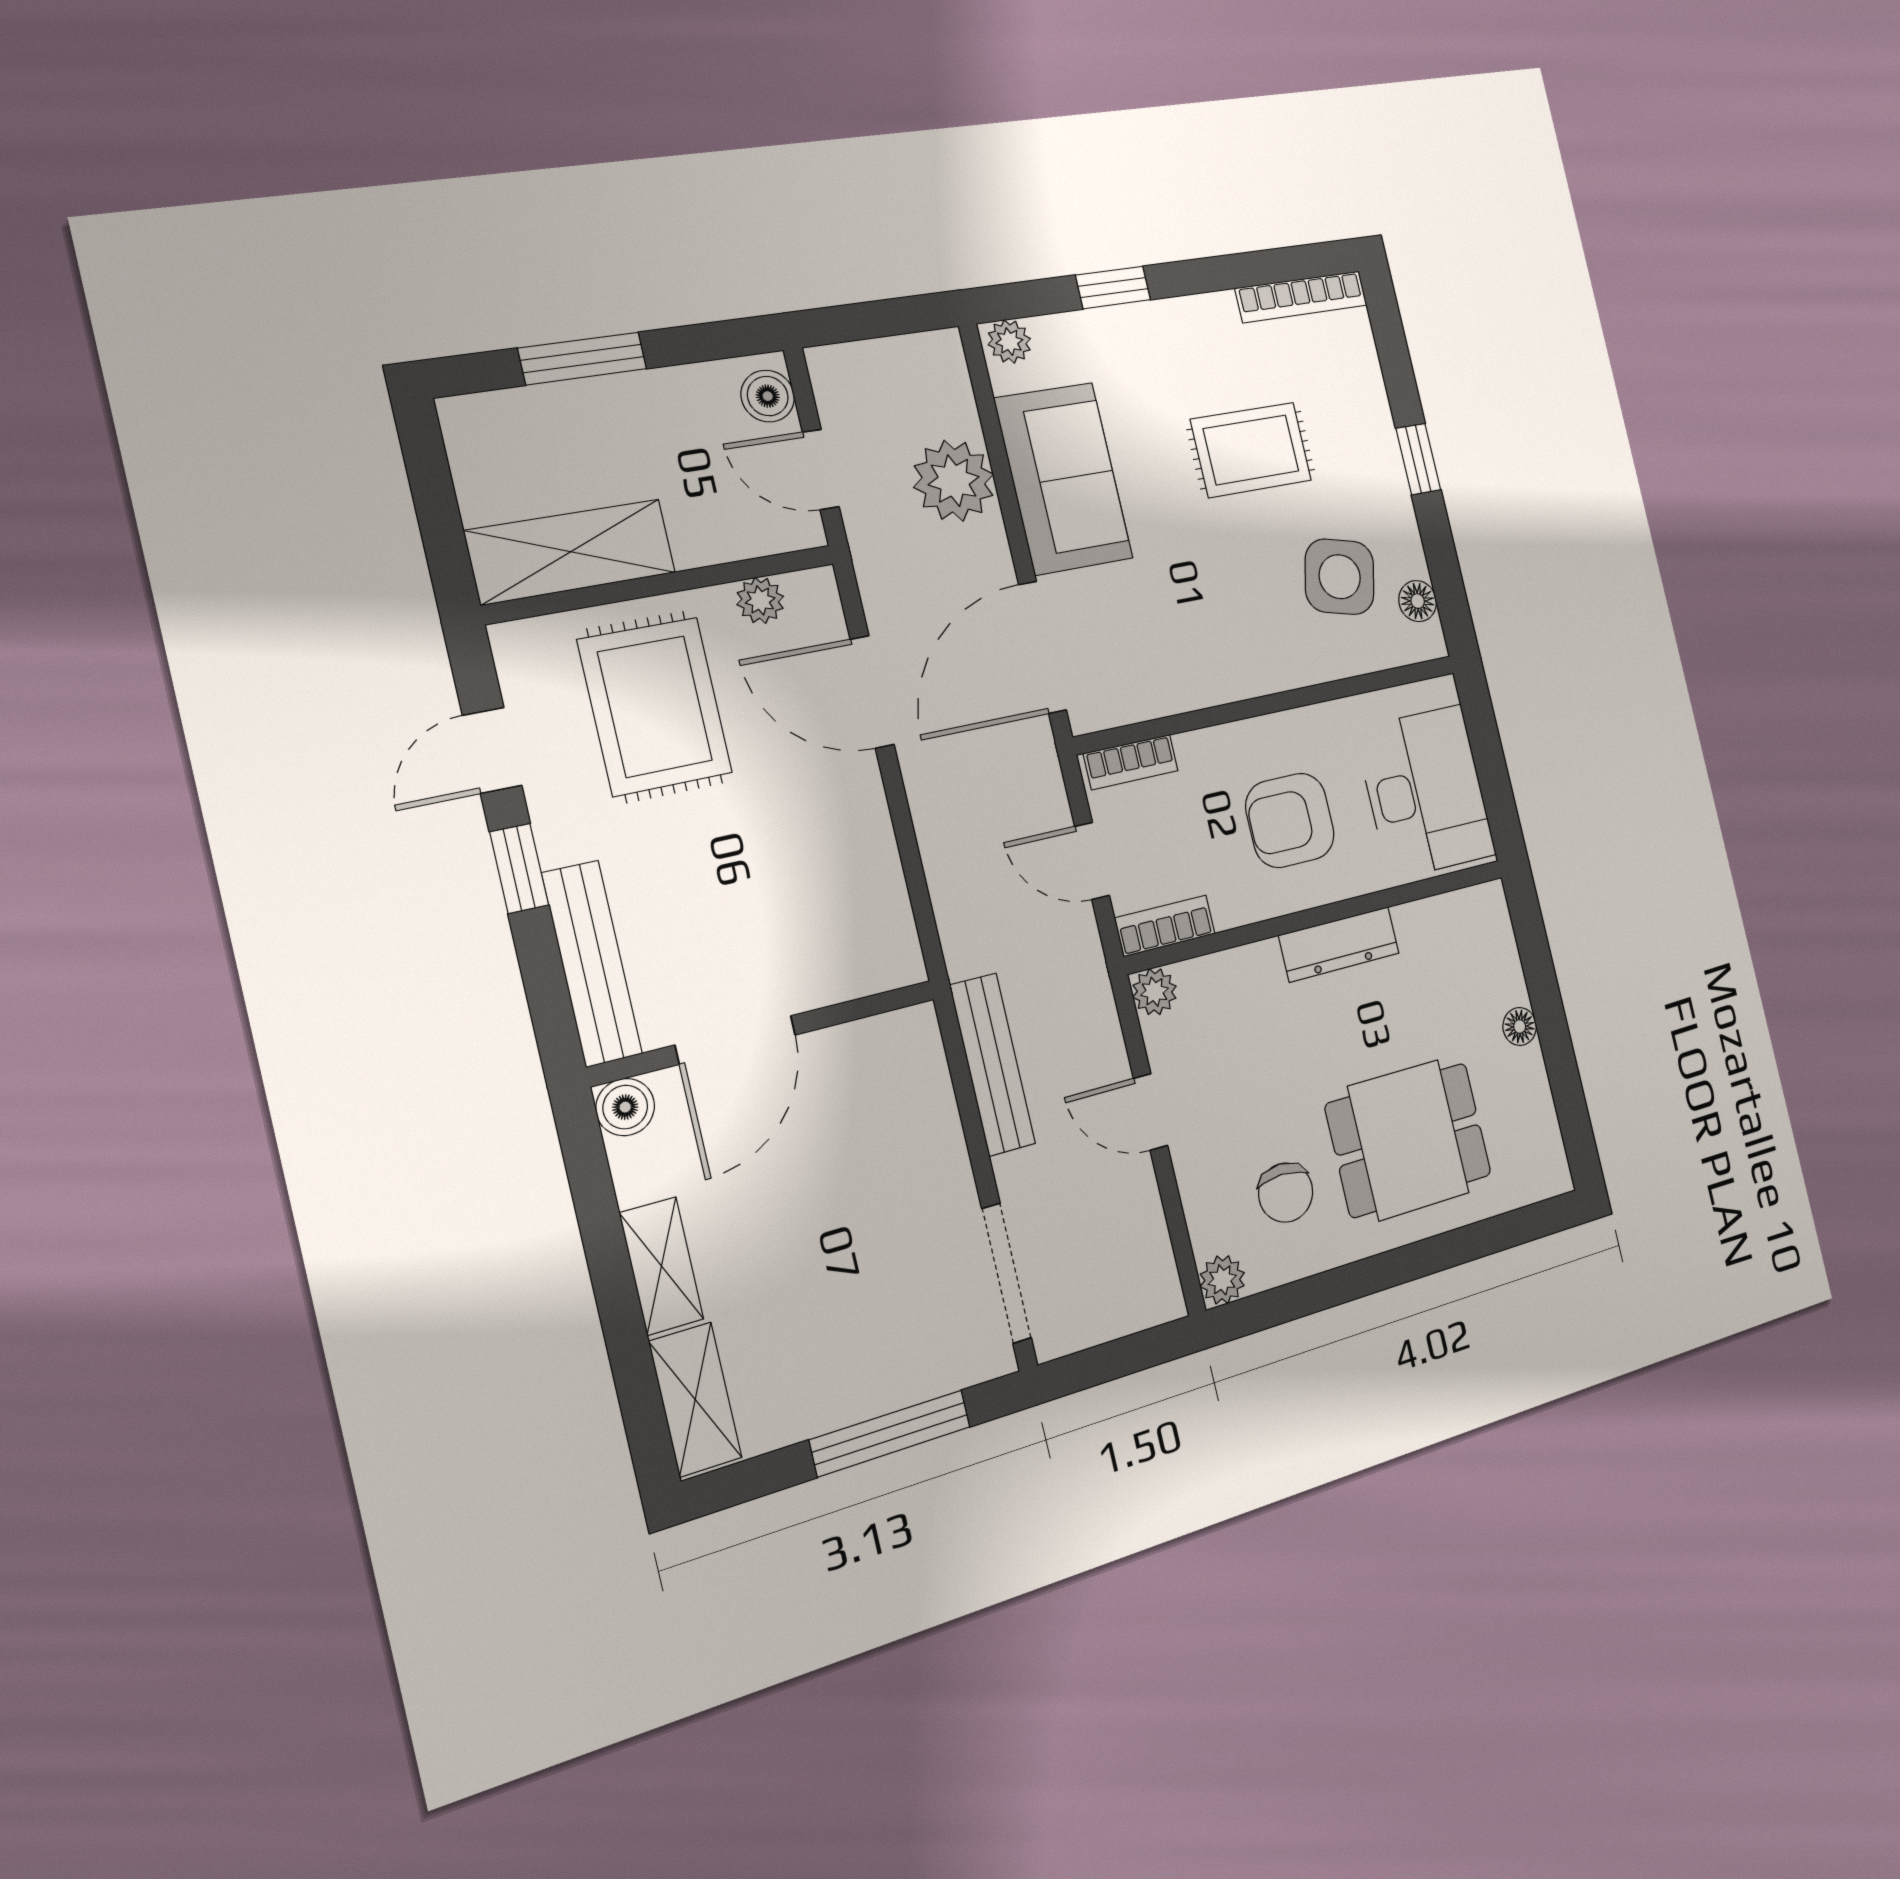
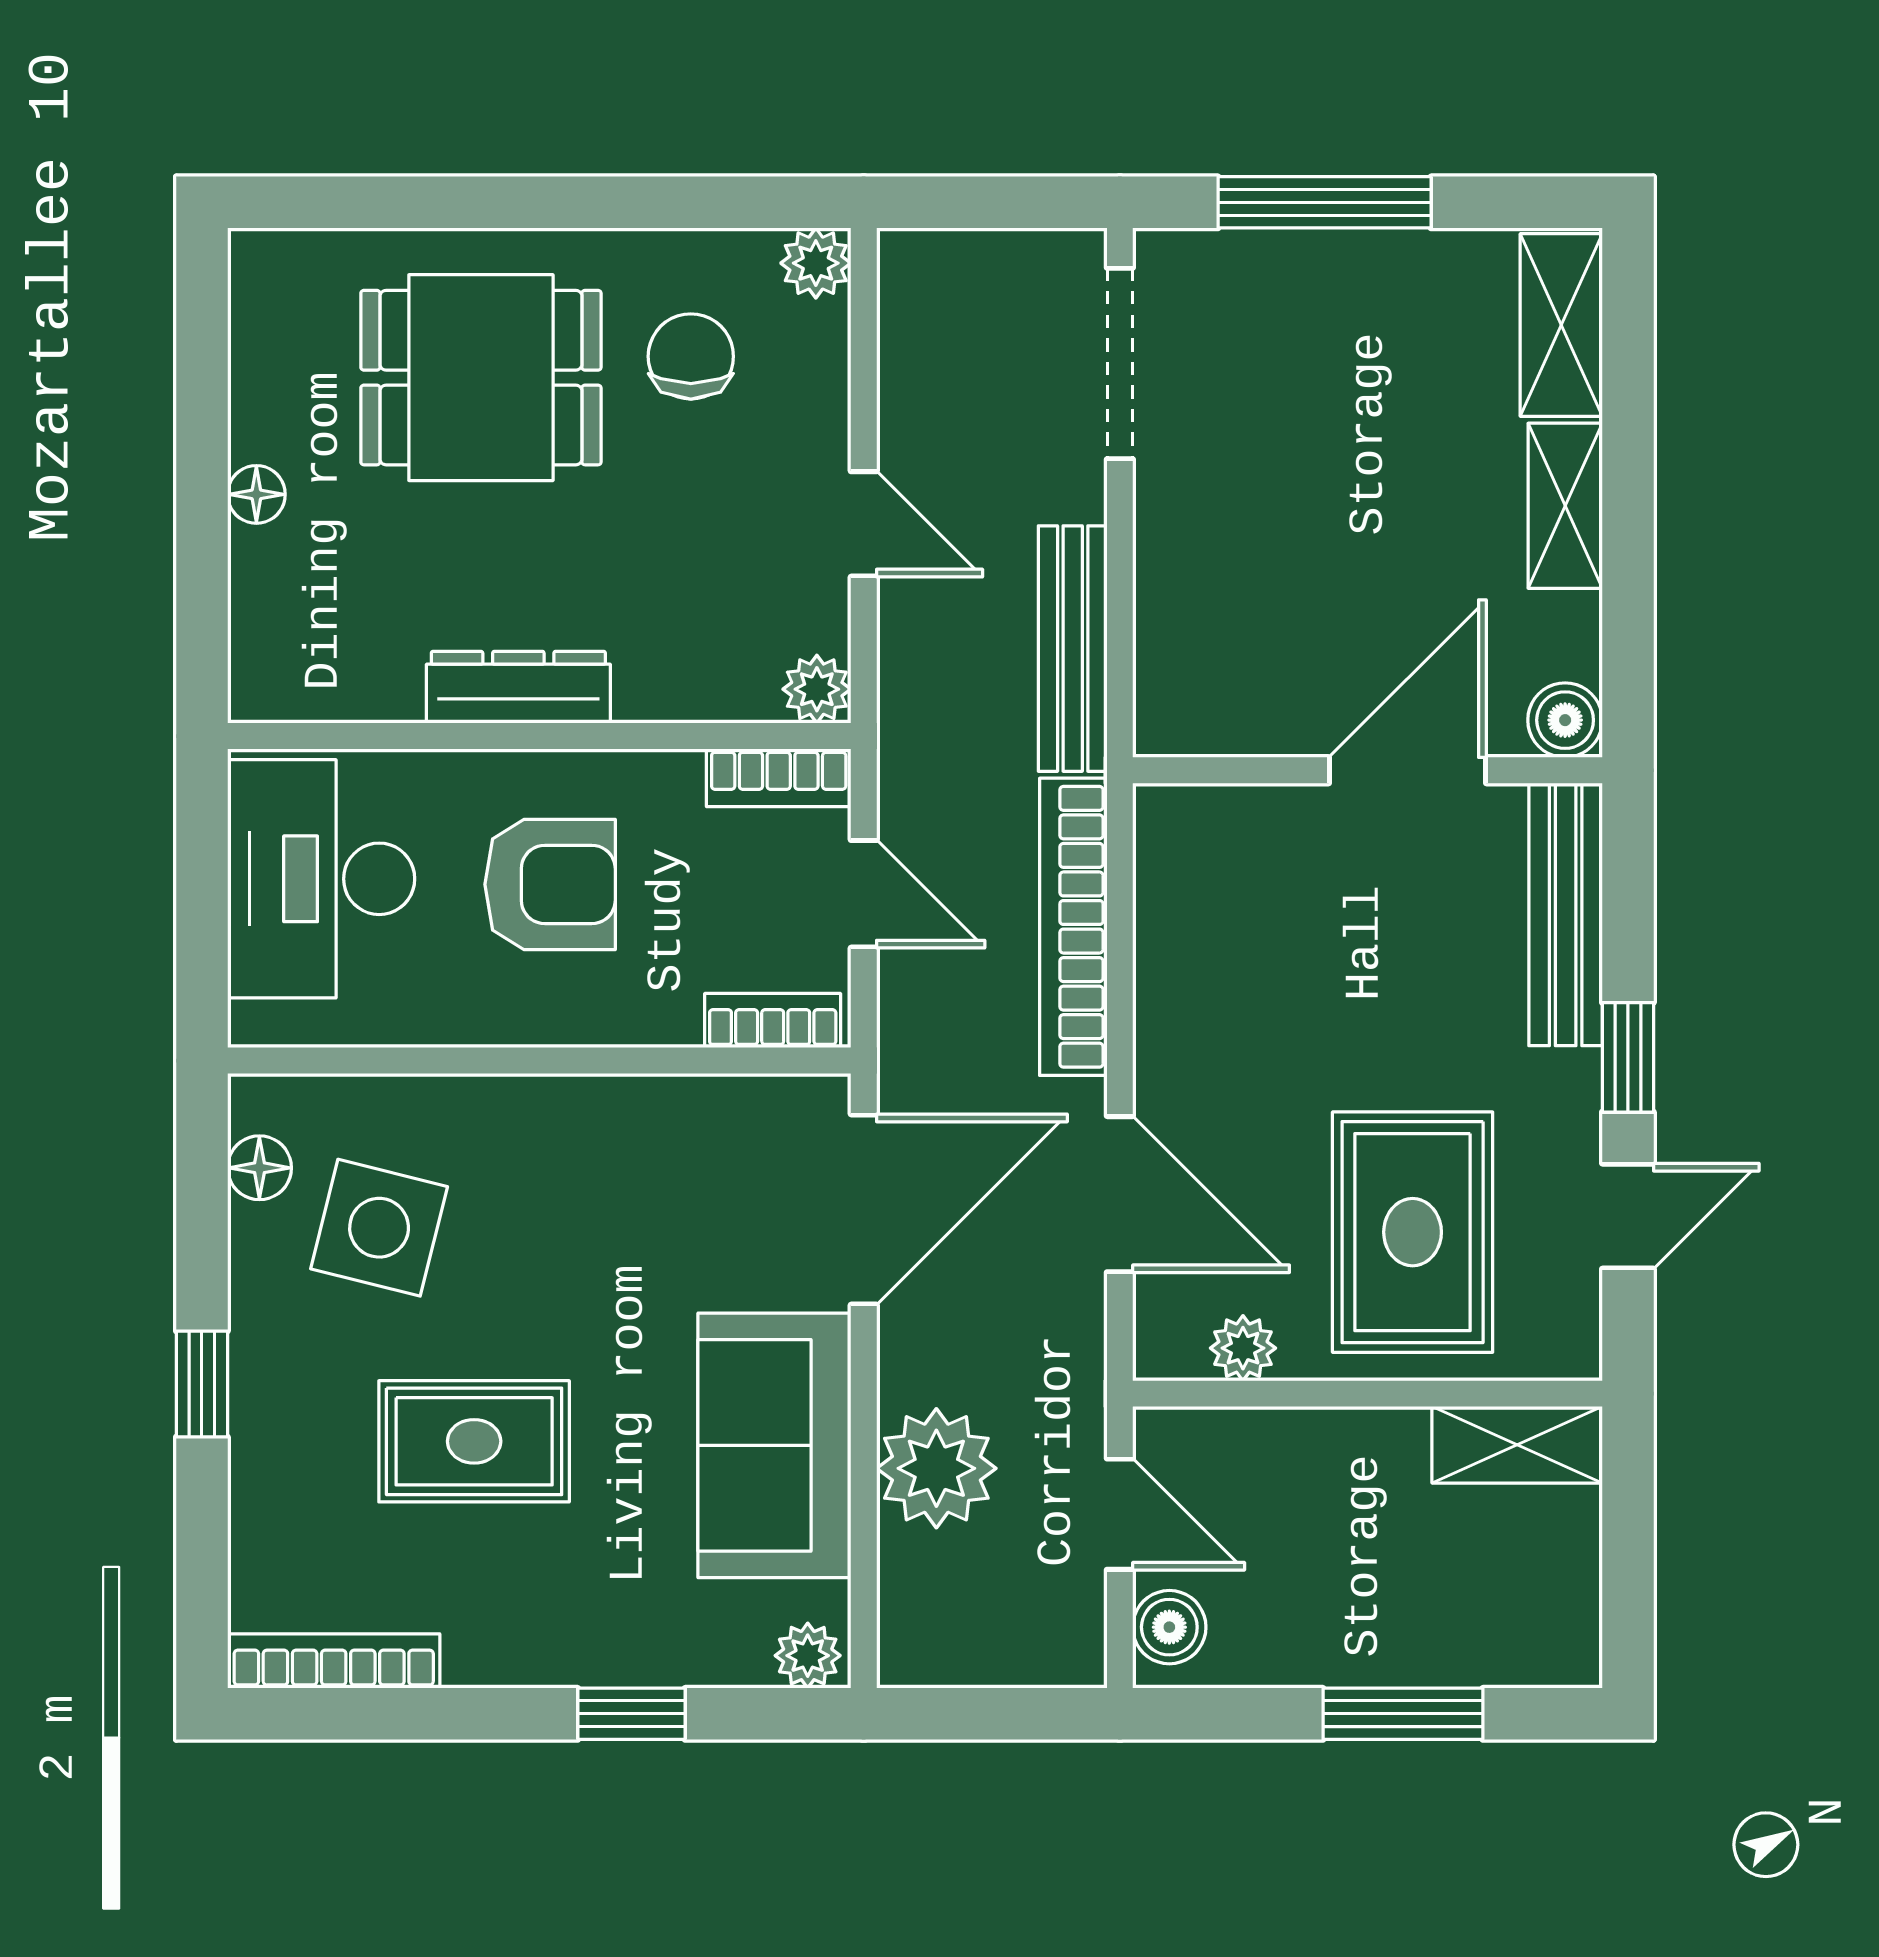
shelving: (571, 552) -> (1517, 1445), width x0.67, depth x0.75
bookcase: (947, 871) -> (1073, 927), added

